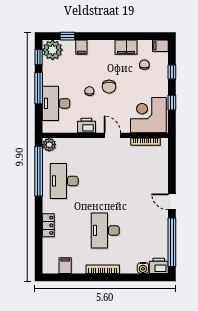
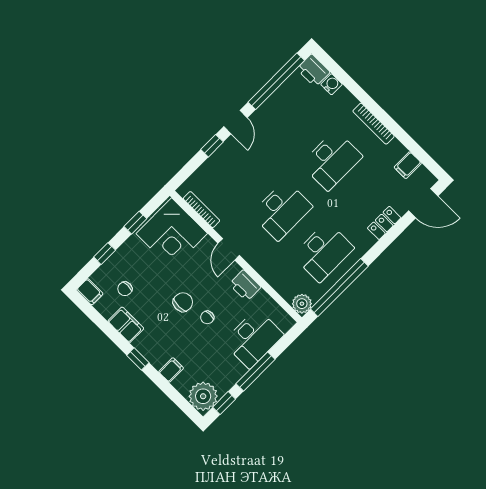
window: (68, 36) -> (138, 359), moved
window: (172, 179) -> (212, 146), added
desk: (105, 181) -> (282, 210), added
door: (39, 254) -> (423, 203), added

